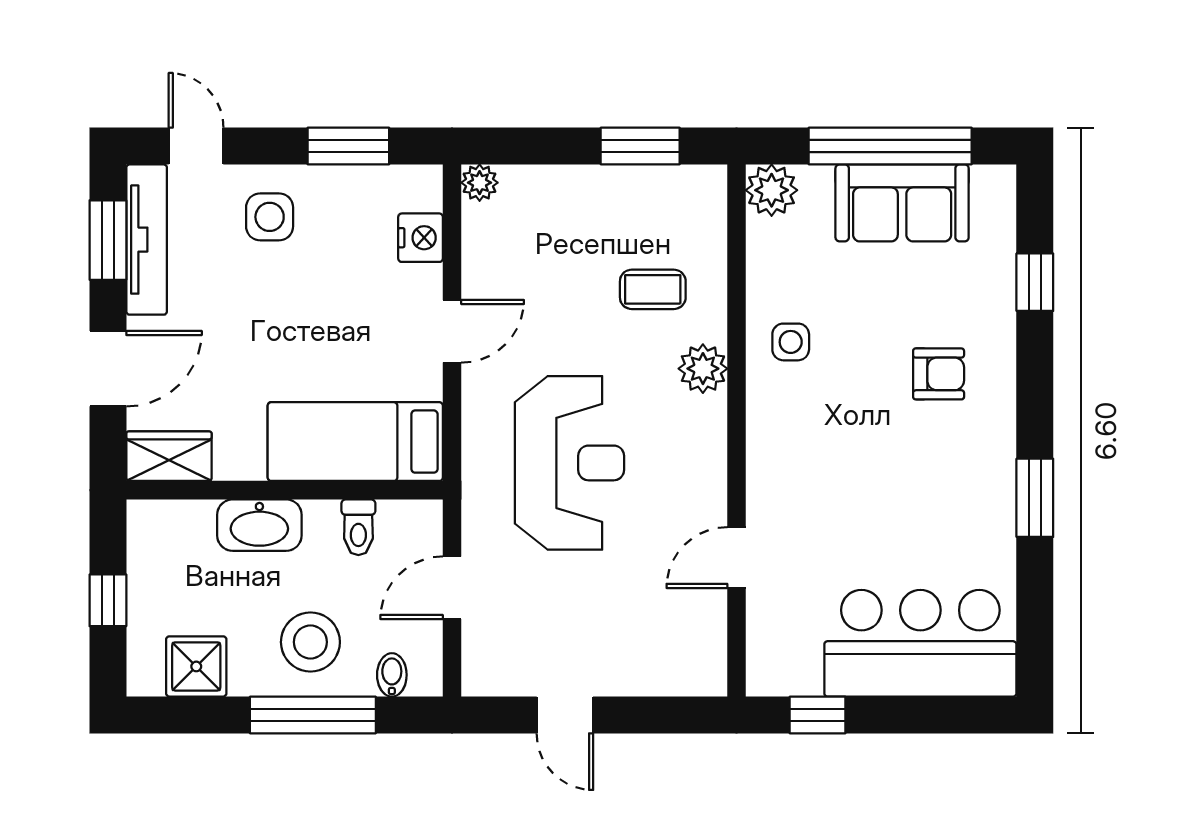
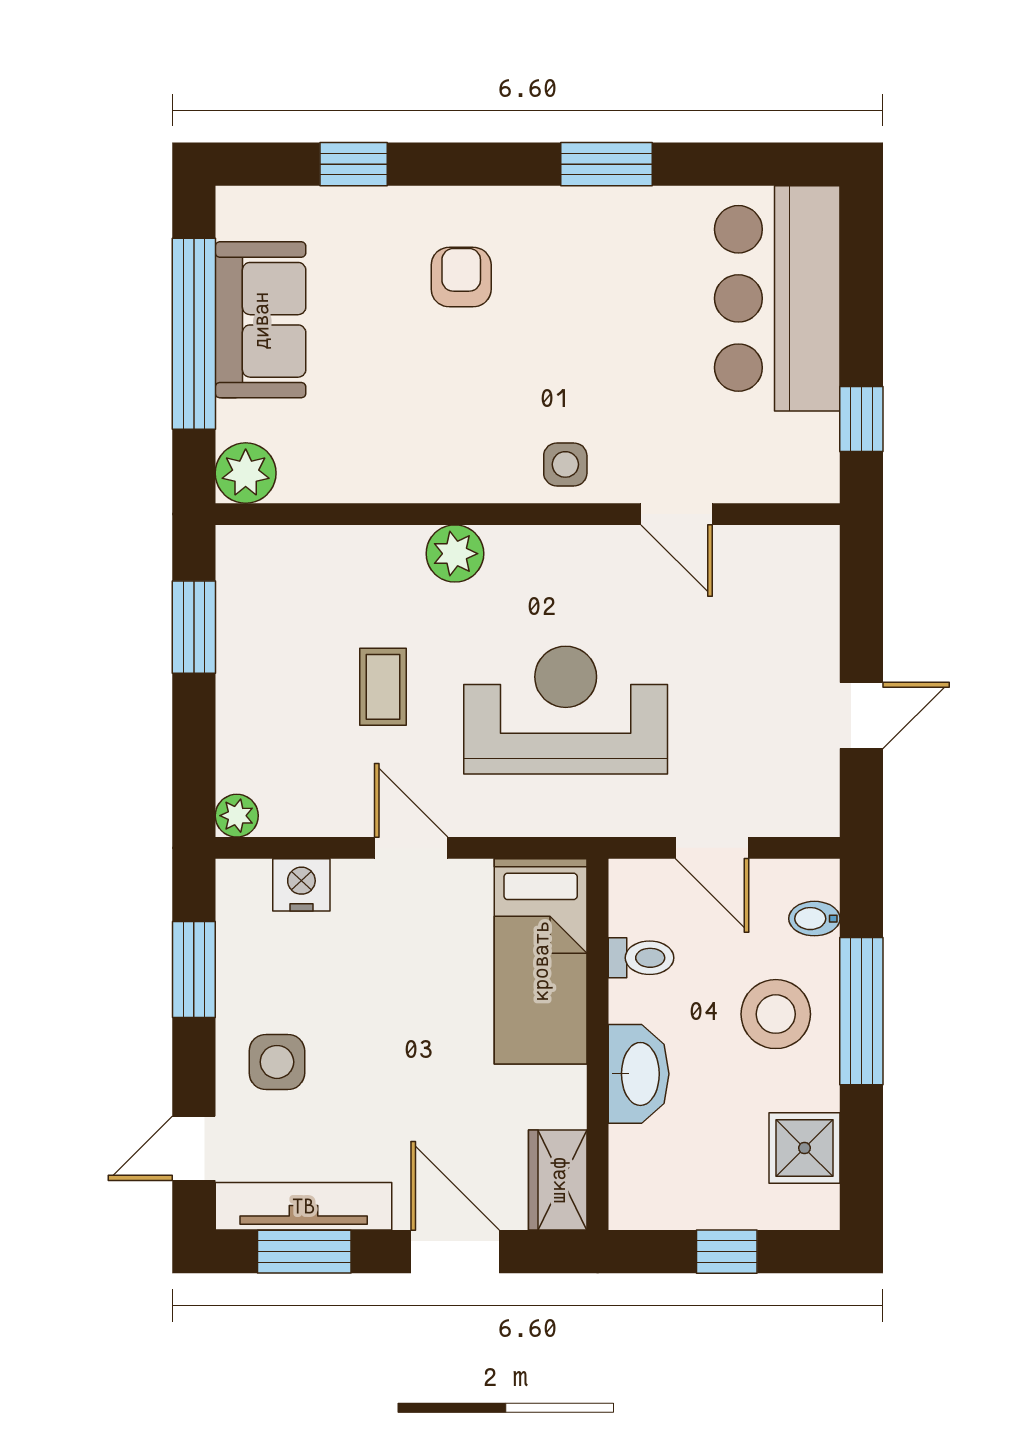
coffee table: (653, 289) -> (383, 687), moved
side table: (791, 342) -> (565, 464), moved

